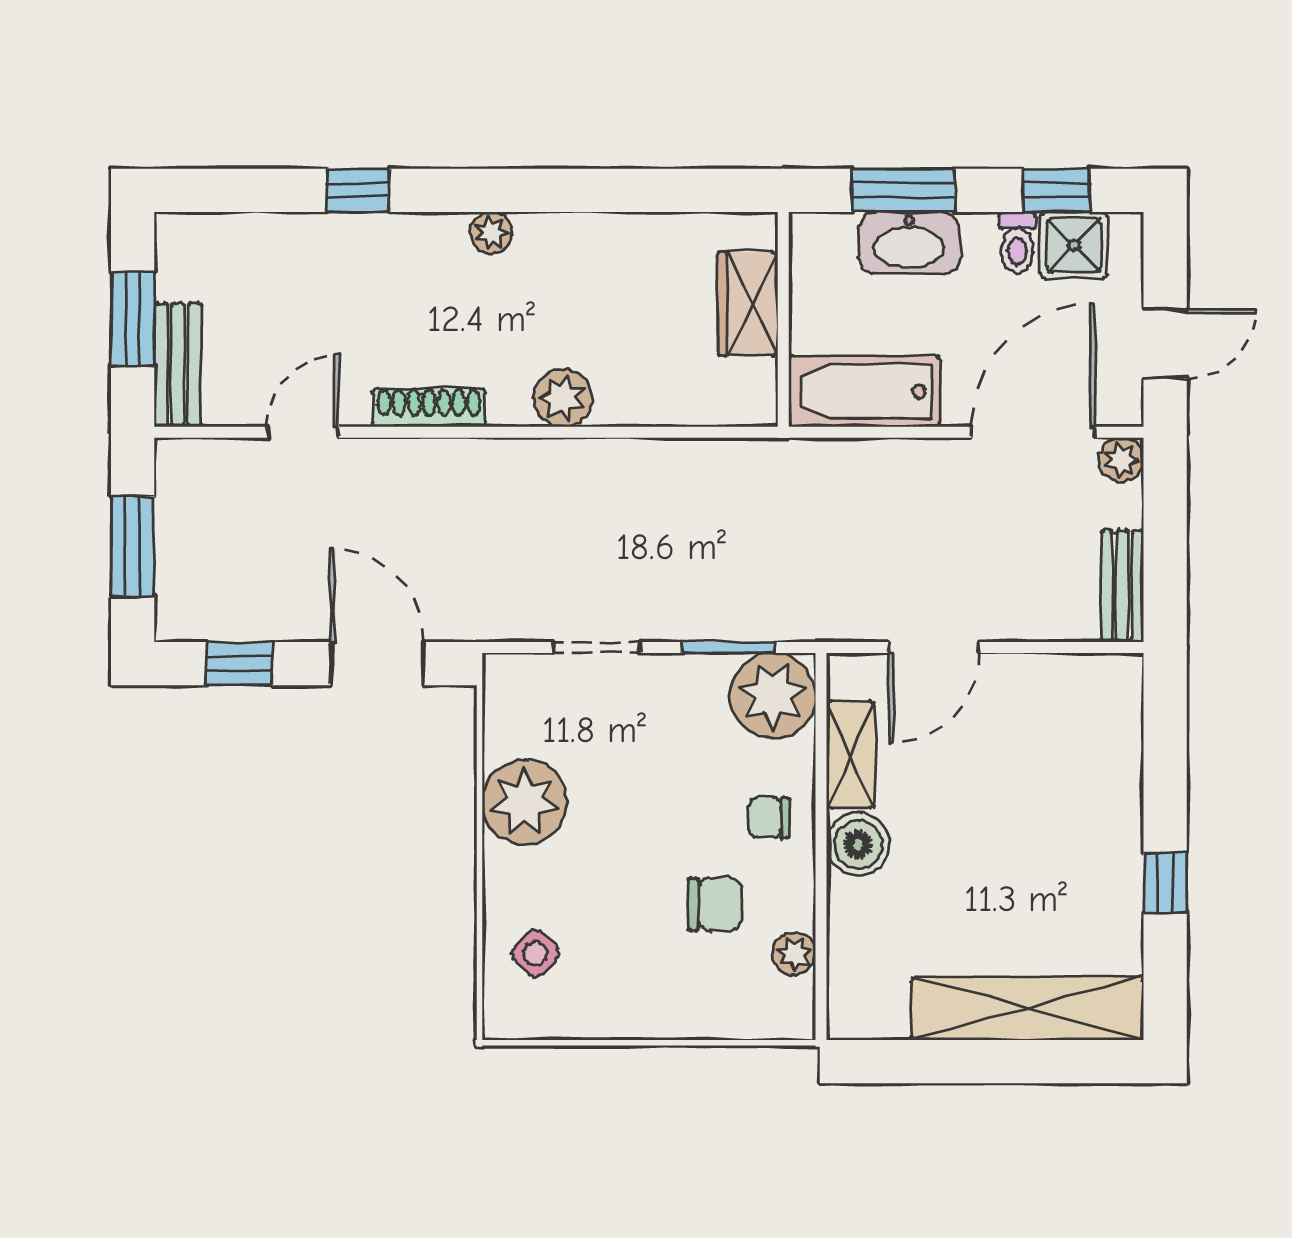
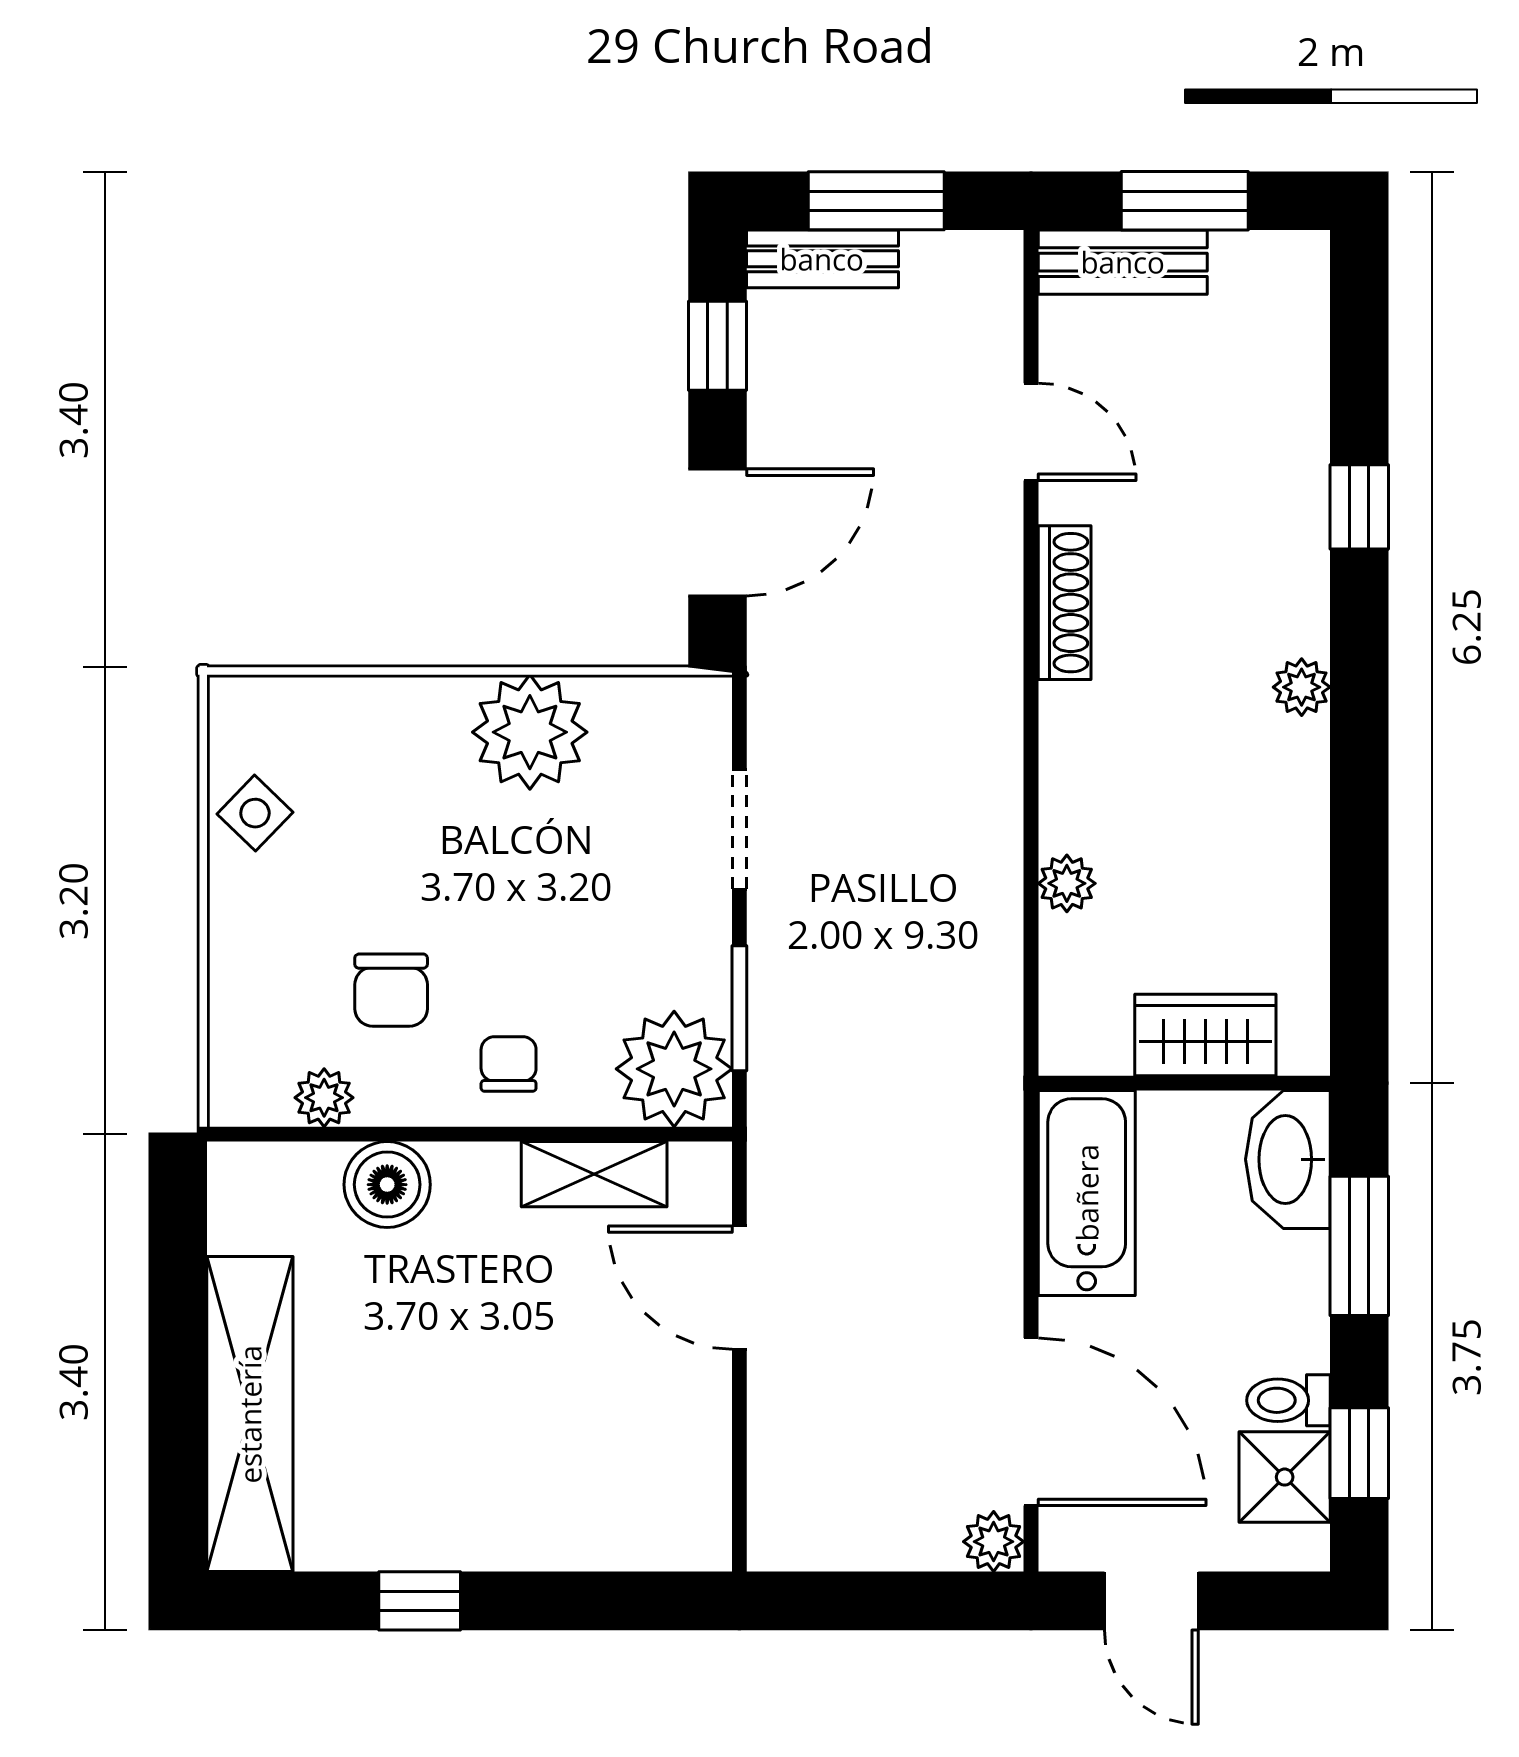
washbasin: (909, 243) -> (1288, 1159), moved
plant: (563, 398) -> (1067, 883), moved, width x0.73, depth x0.73
bench: (1122, 586) -> (822, 259), moved
boiler: (858, 844) -> (387, 1185), moved
side table: (535, 953) -> (255, 813), moved

